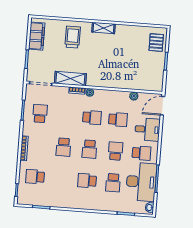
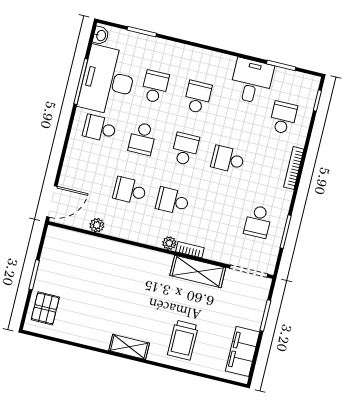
desk: (147, 129) -> (252, 81), moved, turned 90
school desk: (64, 147) -> (228, 159), turned -90
school desk: (35, 177) -> (283, 118), turned -90
school desk: (87, 181) -> (198, 97), turned -90

